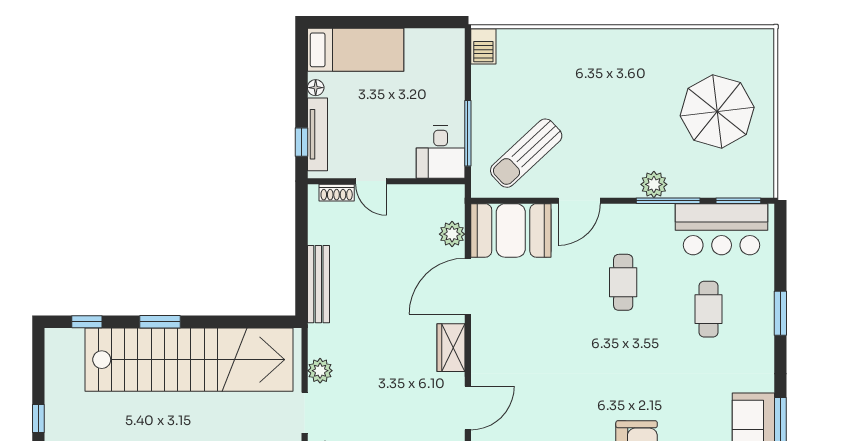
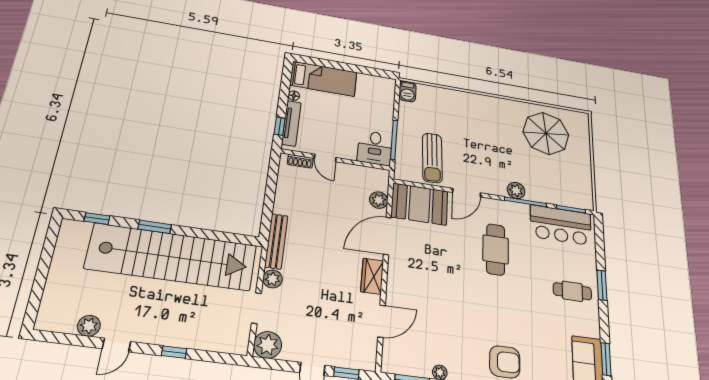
parasol: (717, 111) -> (546, 133), moved
sun lounger: (526, 153) -> (432, 158), turned -50
cafe table: (623, 282) -> (496, 249), width x1.37, depth x1.35
bench: (318, 284) -> (276, 241), moved
cafe table: (708, 309) -> (572, 291), moved, turned 90
window: (38, 419) -> (39, 284), removed

